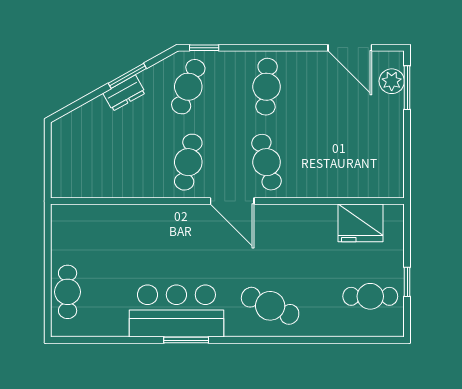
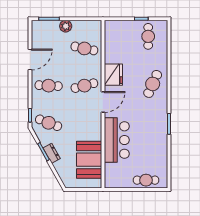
door: (350, 48) -> (30, 59), moved
plant: (392, 81) -> (66, 26), moved
cafe table: (188, 162) -> (84, 48), moved
booth: (111, 172) -> (89, 160), added
fridge: (360, 223) -> (113, 75), moved
bar counter: (176, 311) -> (117, 140), moved, turned 180

